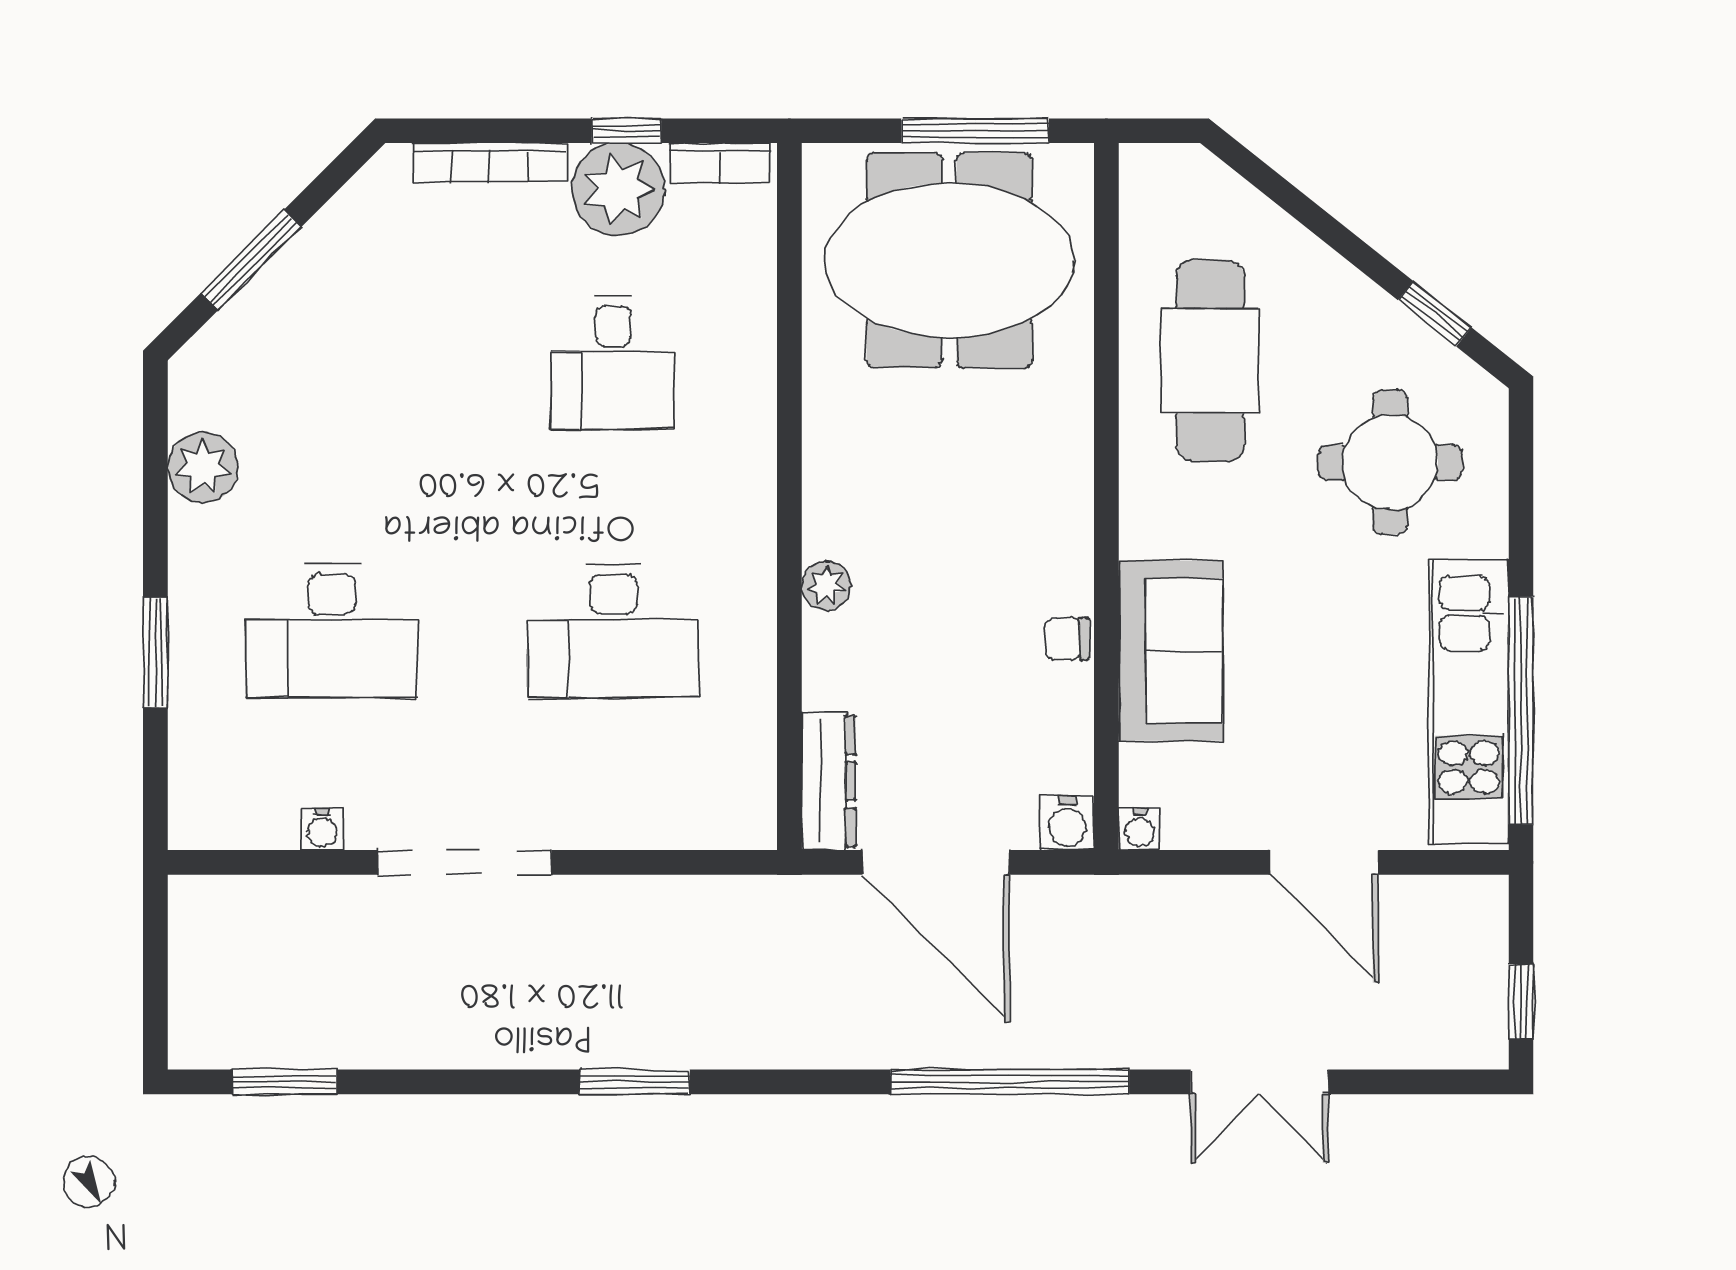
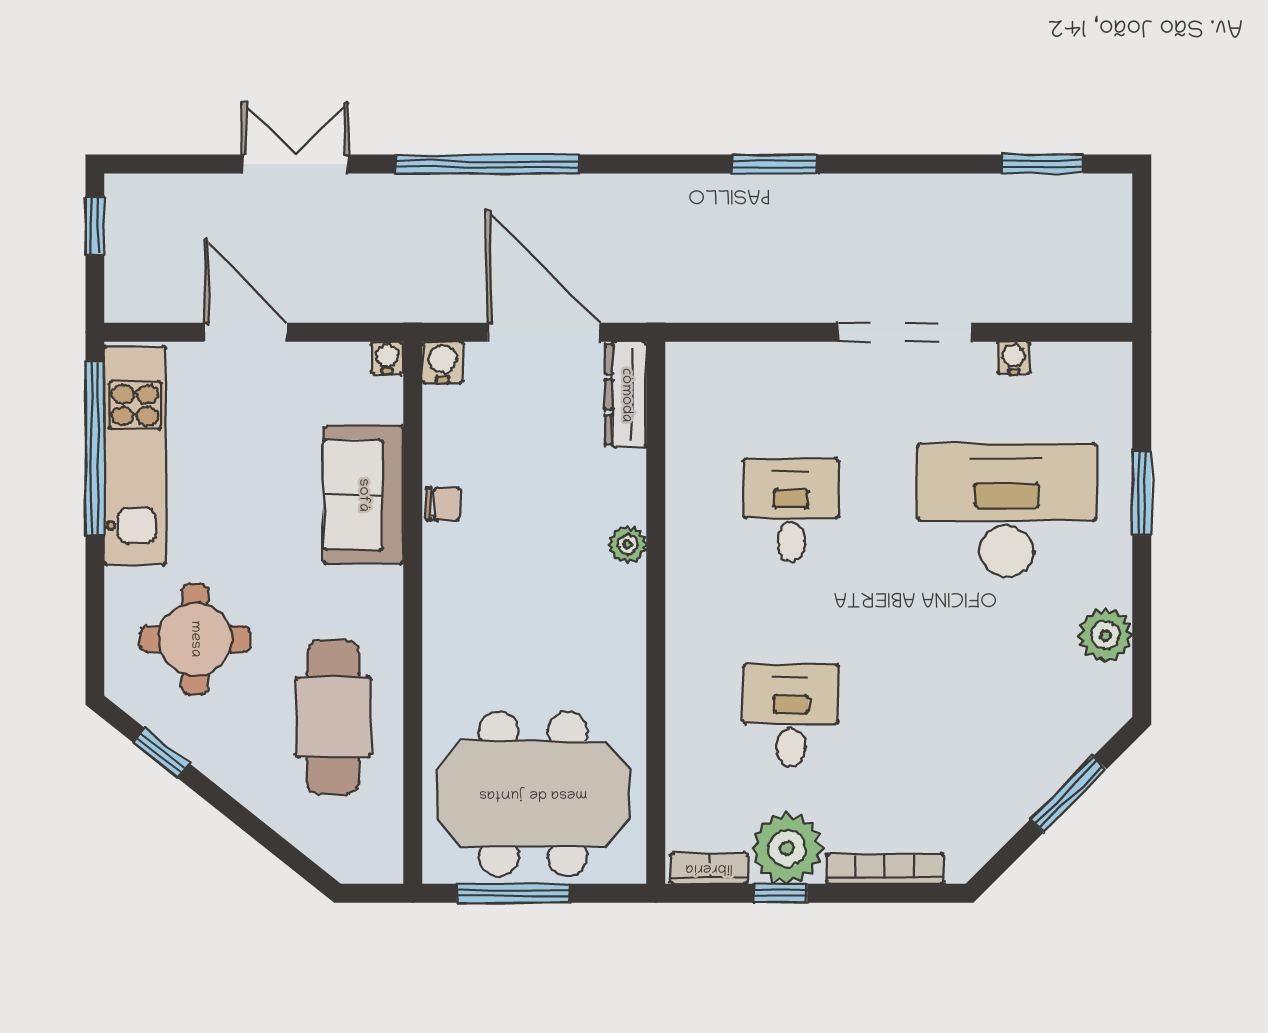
desk: (332, 631) -> (1007, 510), width x1.36, depth x1.30
desk: (613, 631) -> (791, 510), width x0.73

